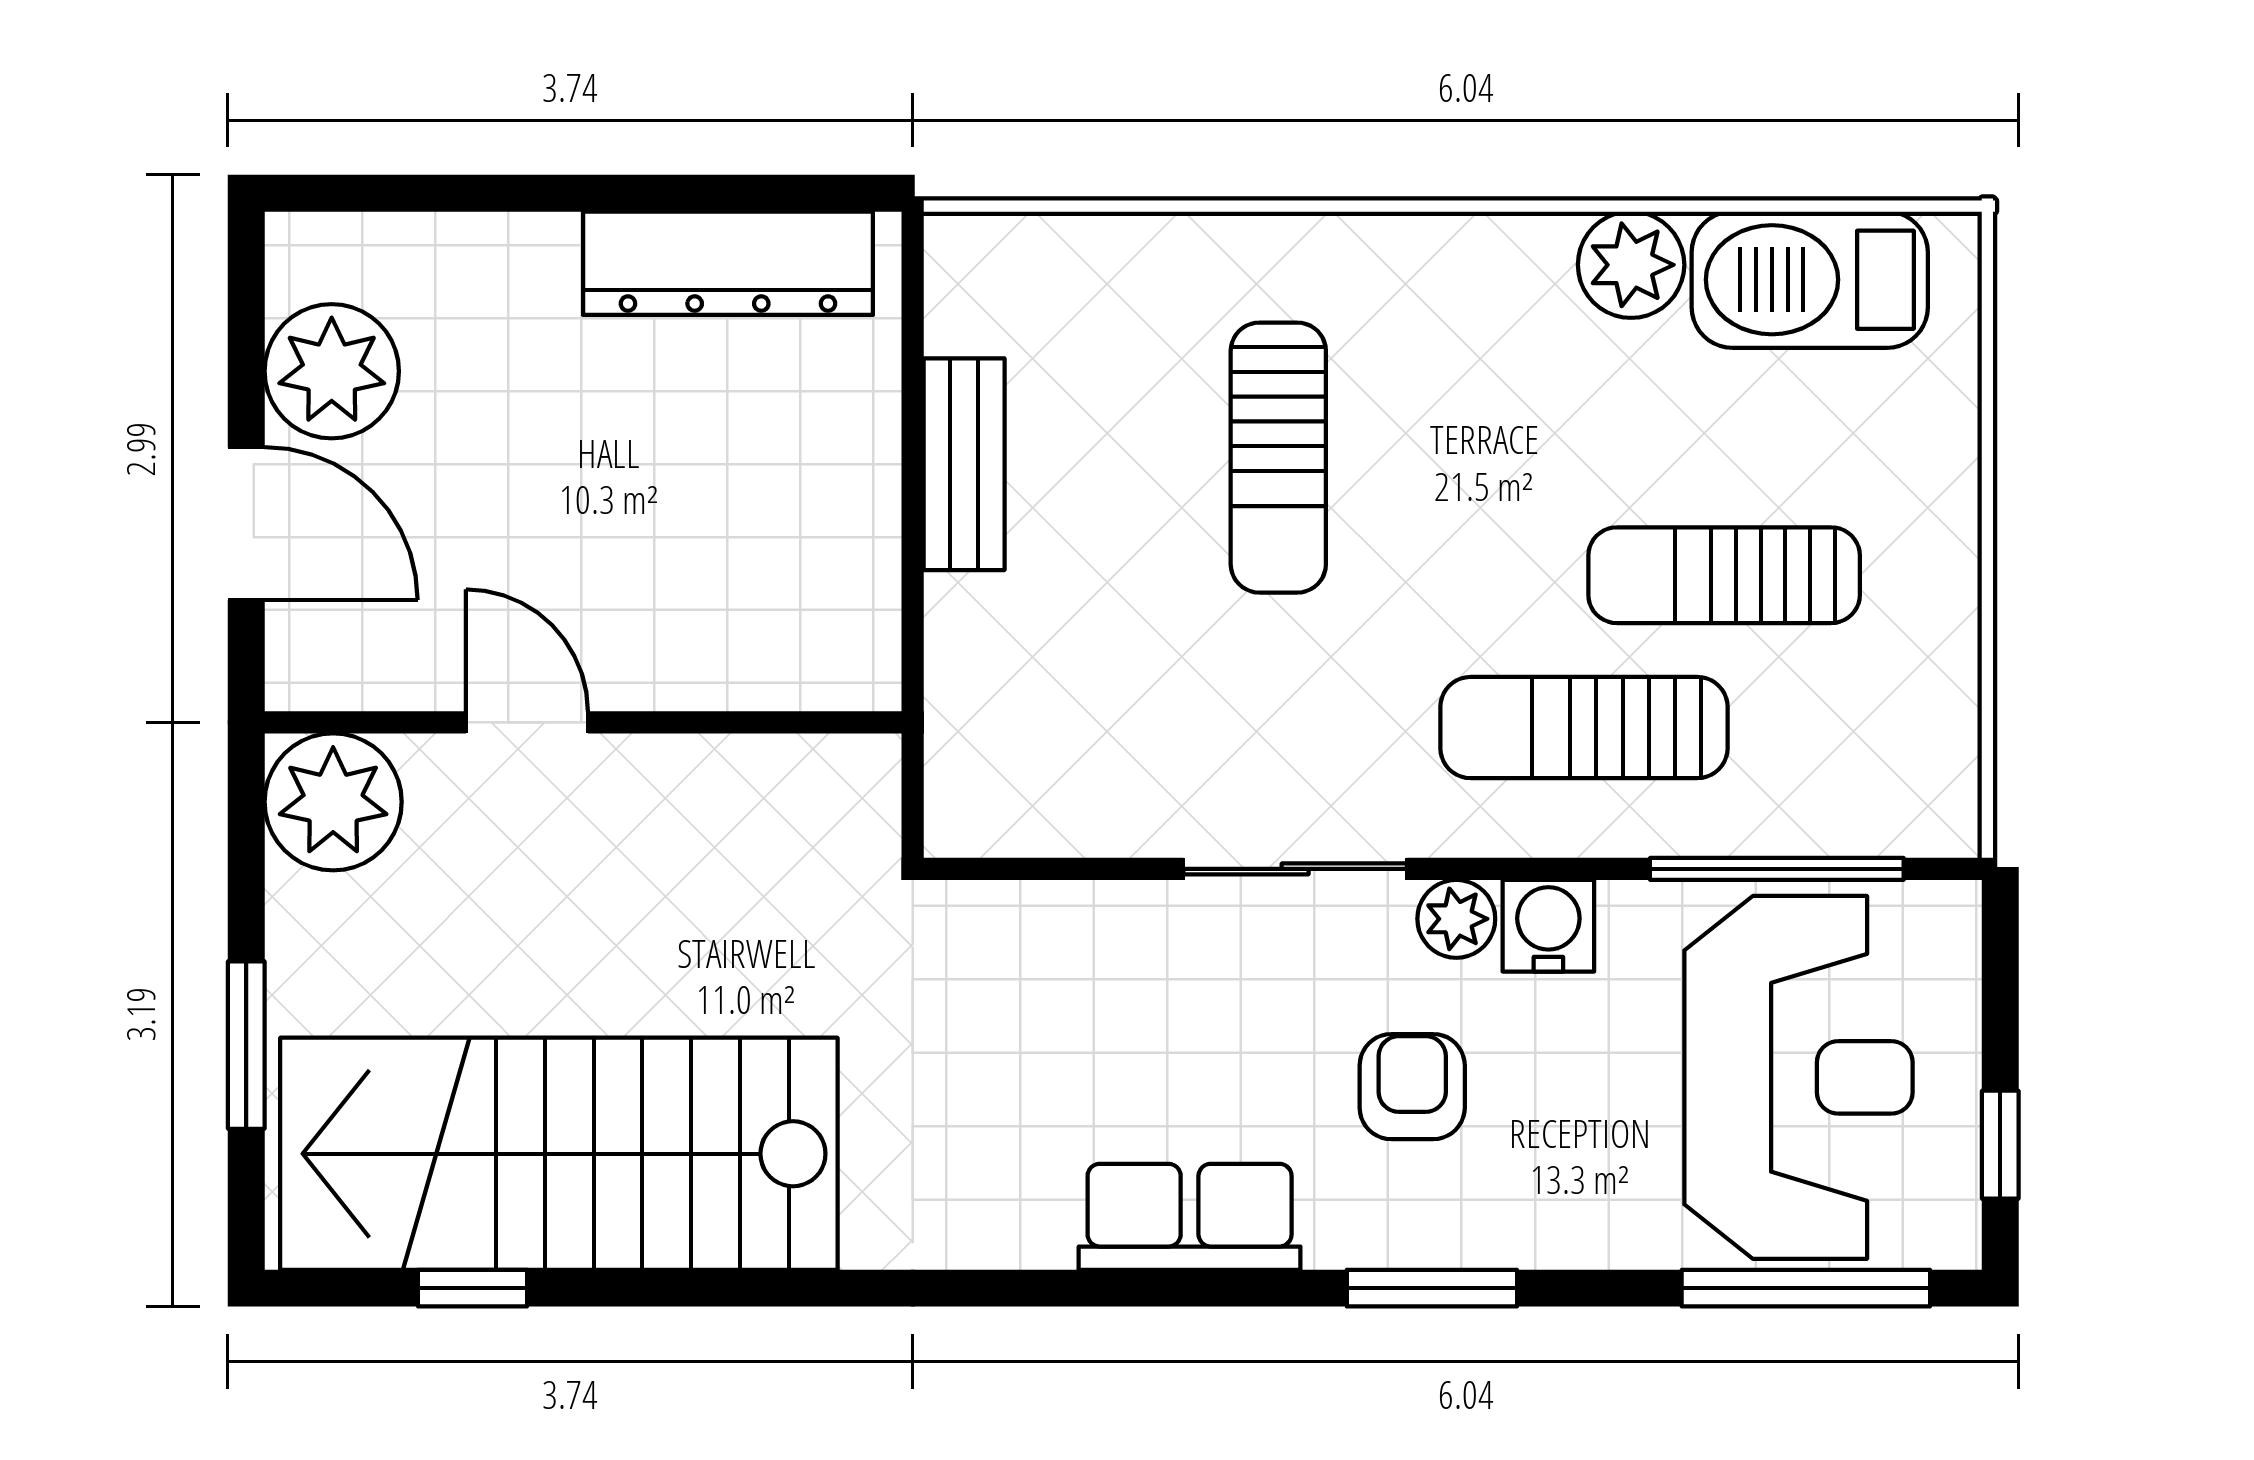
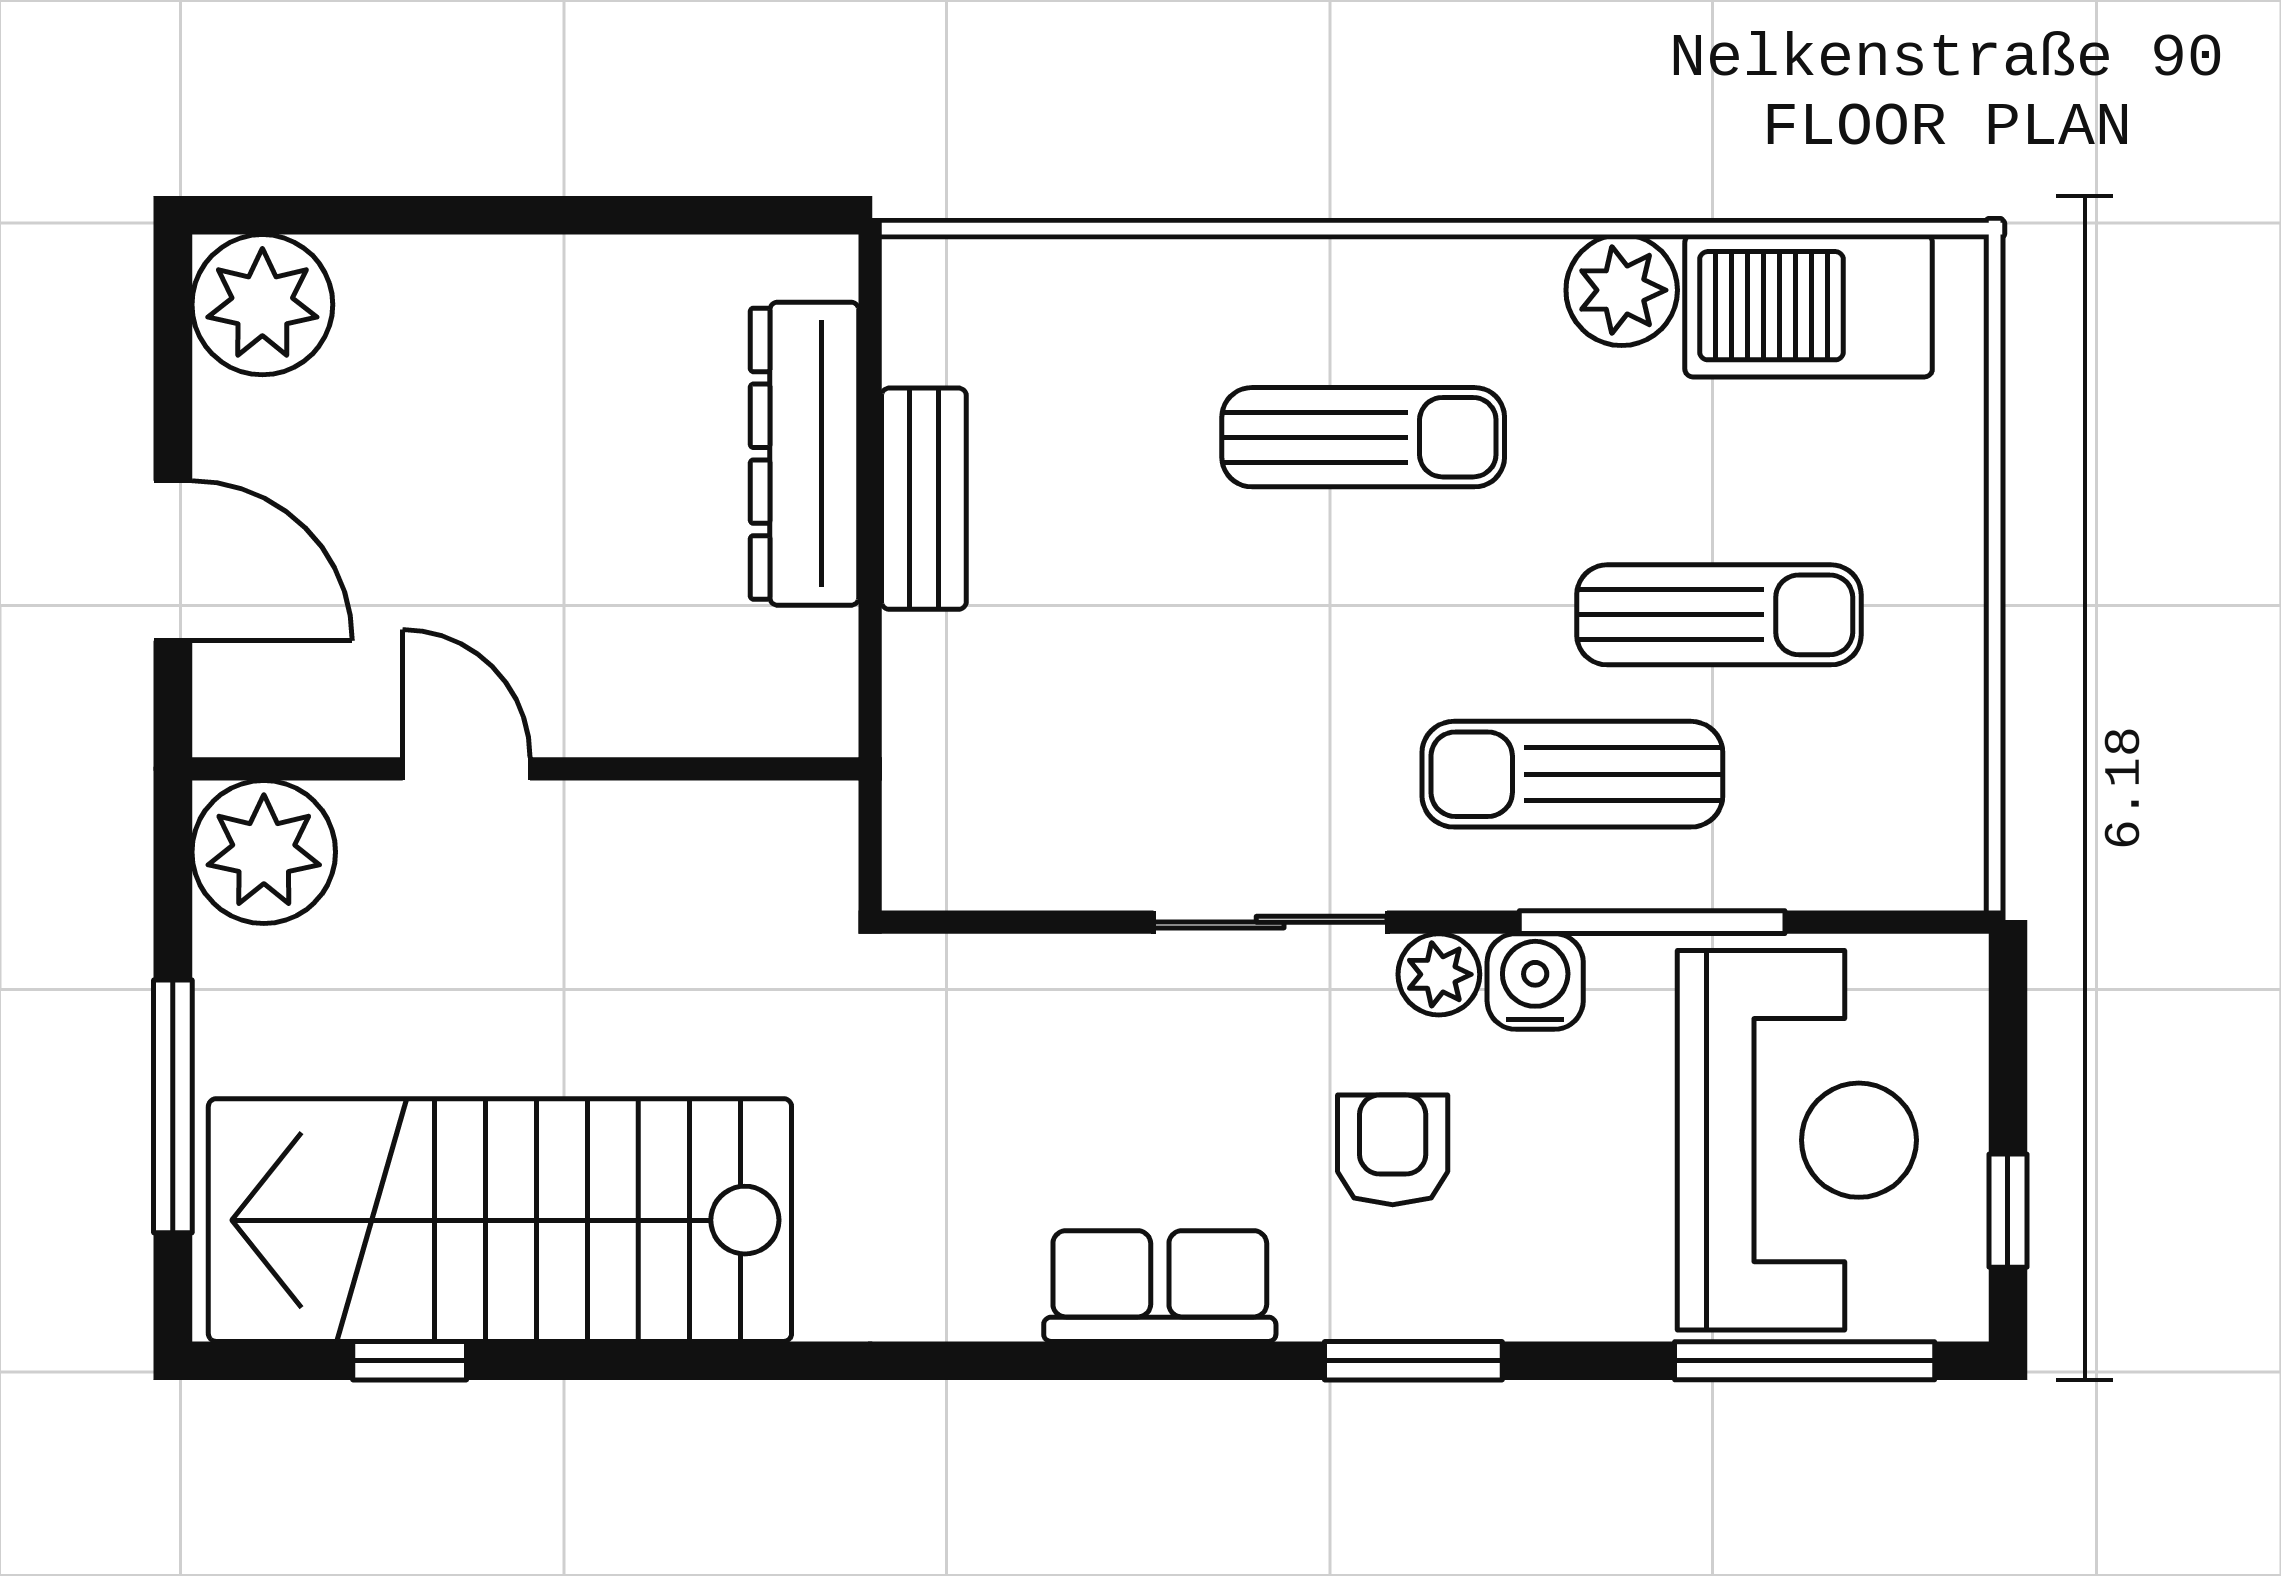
dresser: (728, 263) -> (805, 454), moved, turned 90
plant: (332, 371) -> (262, 305), moved
sun lounger: (1278, 458) -> (1363, 437), moved, turned -90
sun lounger: (1724, 575) -> (1719, 615), turned 180
window: (1777, 869) -> (1652, 922), moved
window: (246, 1045) -> (173, 1106), width x1.44

